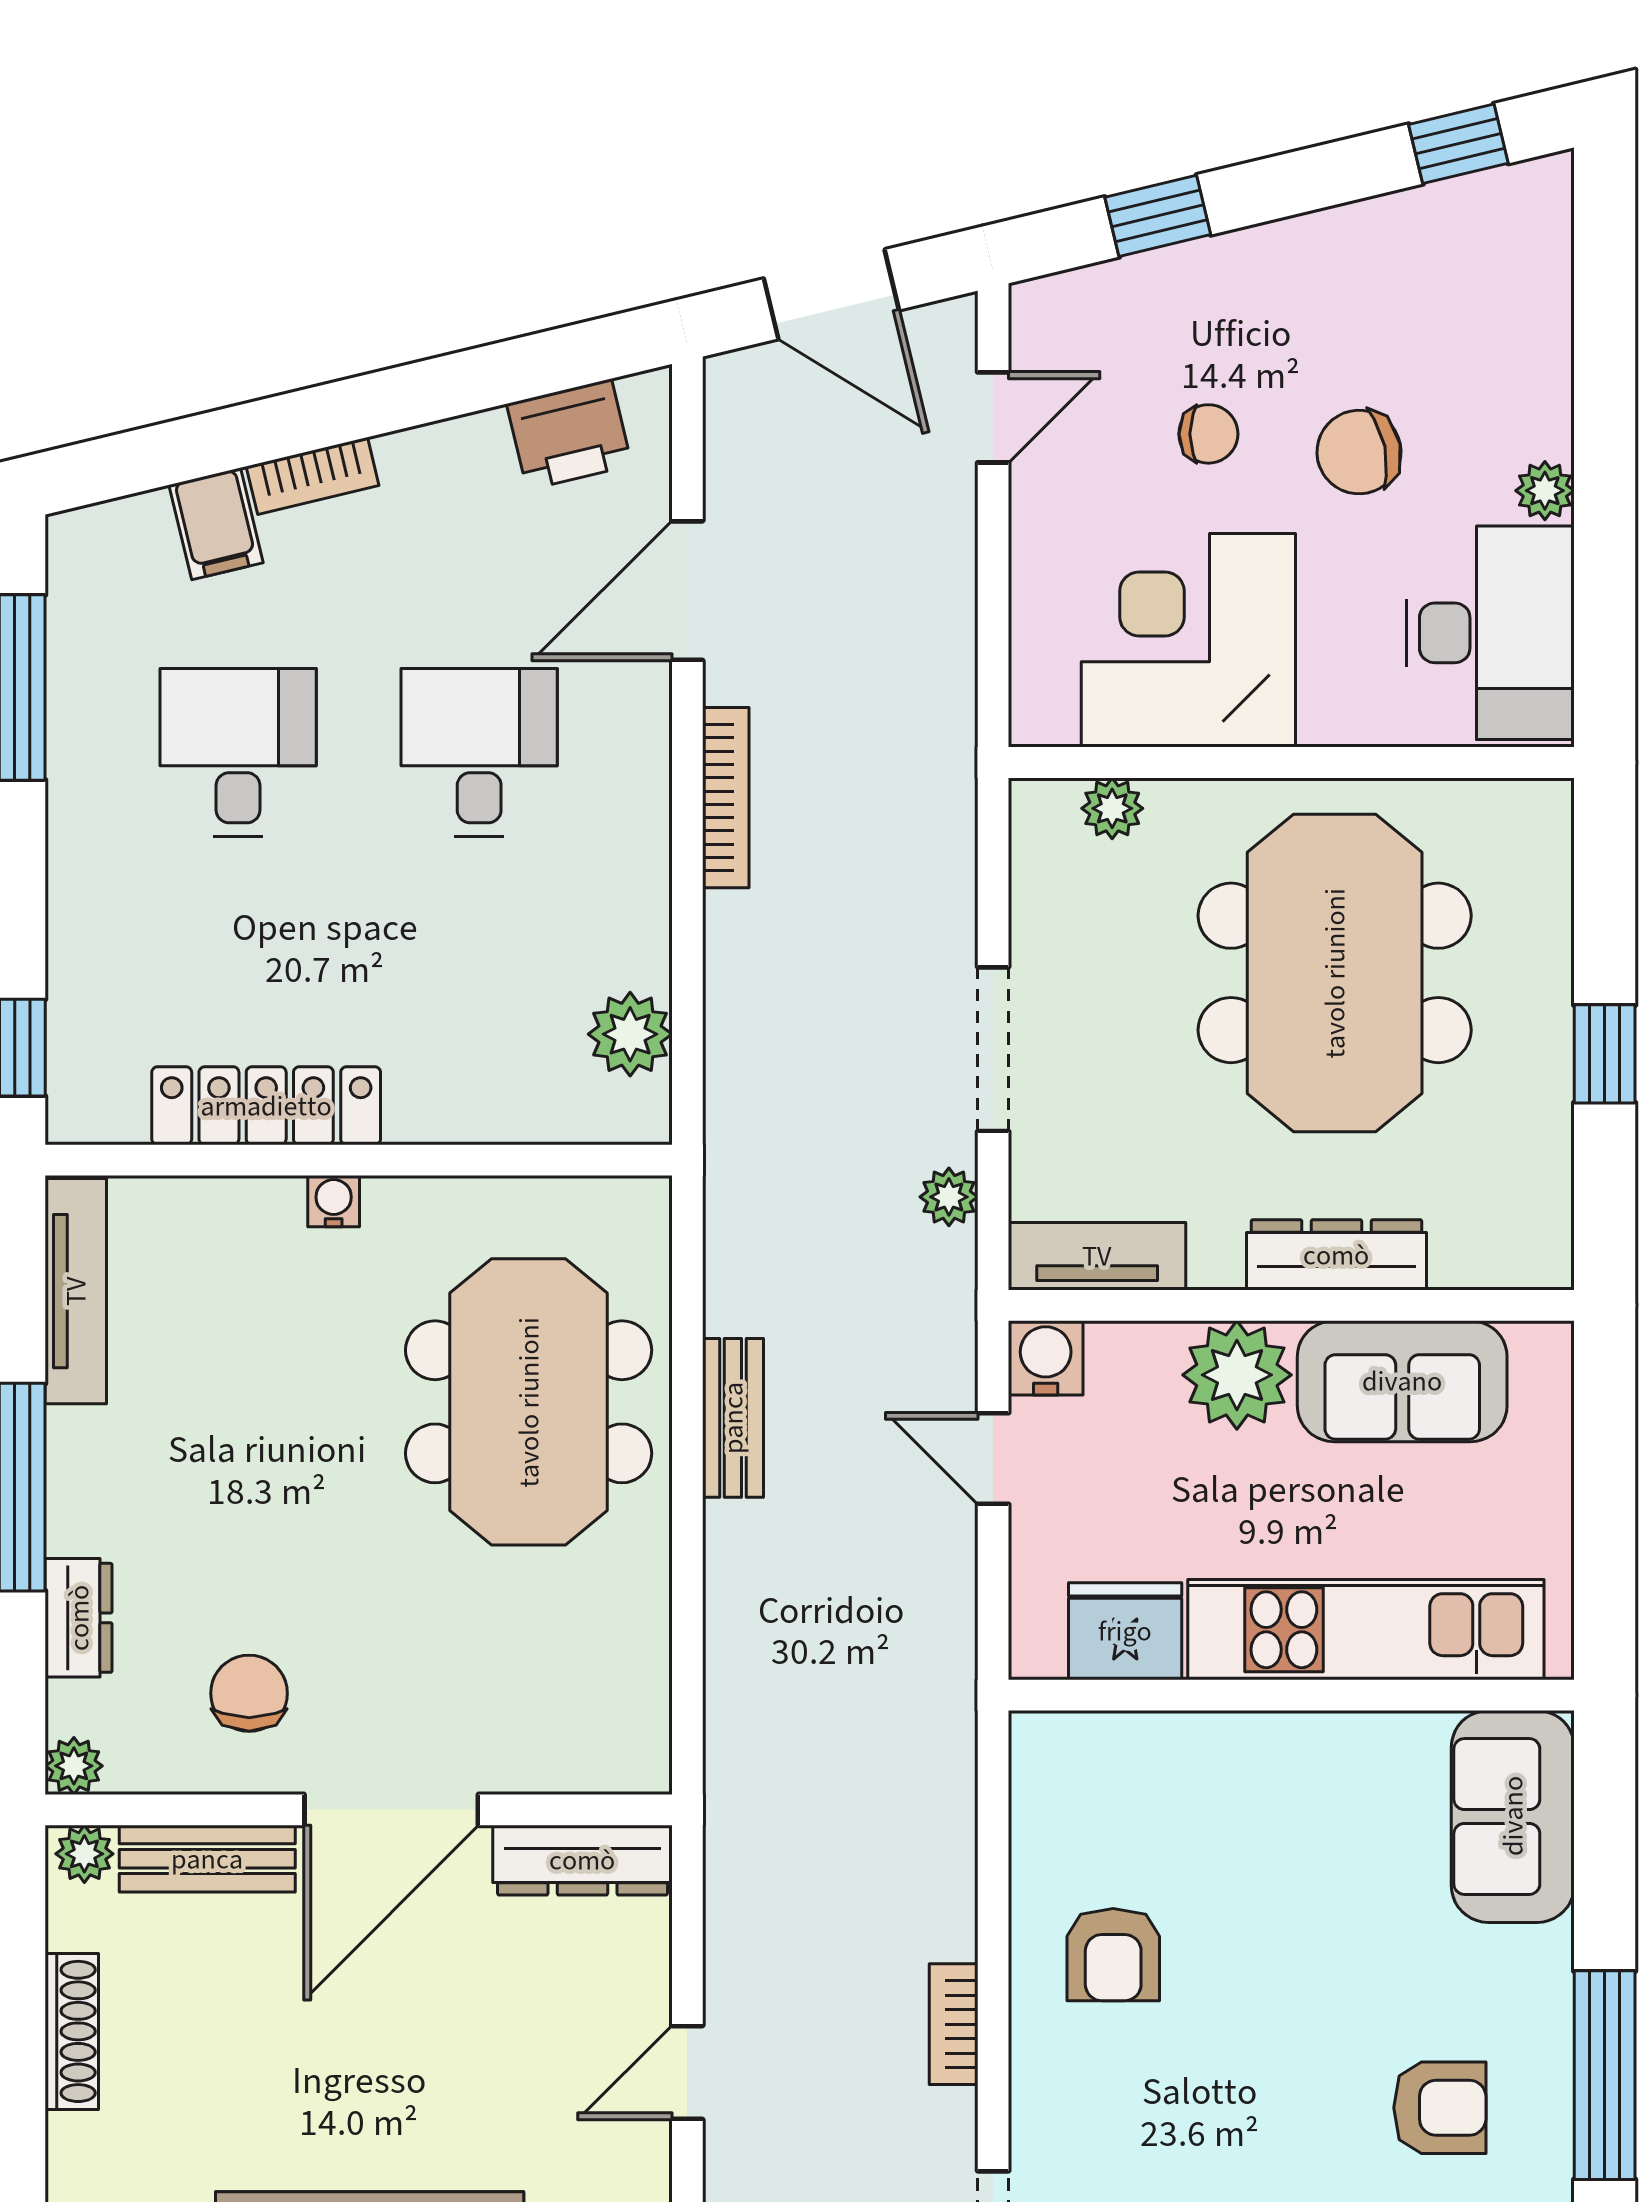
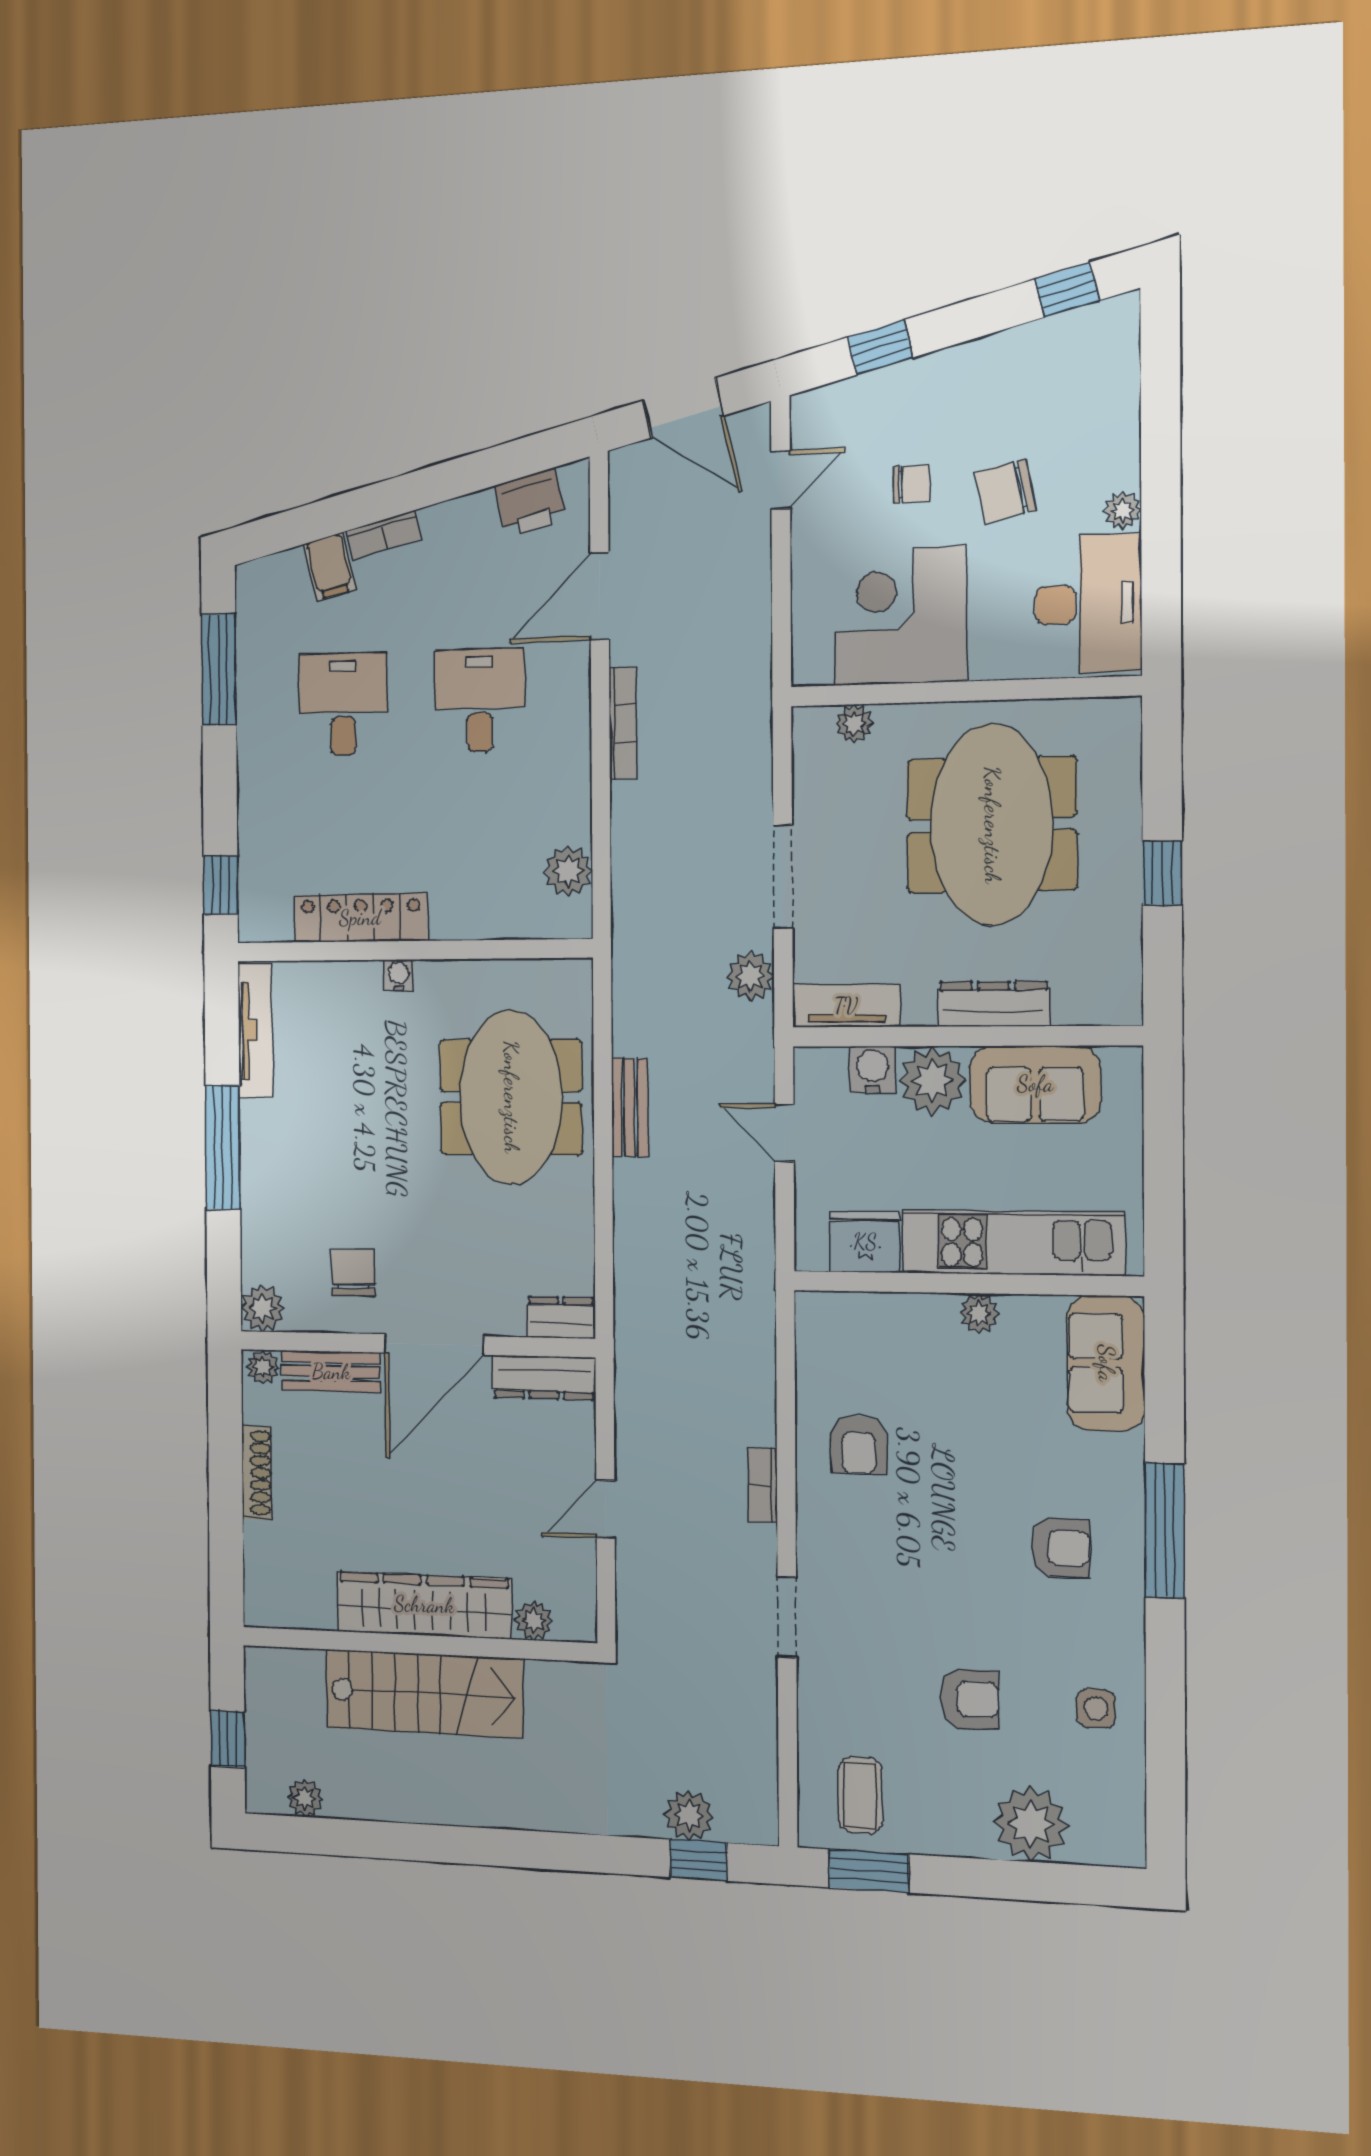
plant: (949, 1197) -> (750, 976), width x1.38, depth x1.38
water cooler: (1046, 1358) -> (872, 1070), moved
dresser: (79, 1618) -> (561, 1317), moved, turned -90
plant: (1310, 1742) -> (979, 1314), added
plant: (74, 1766) -> (262, 1308), width x1.38, depth x1.38

